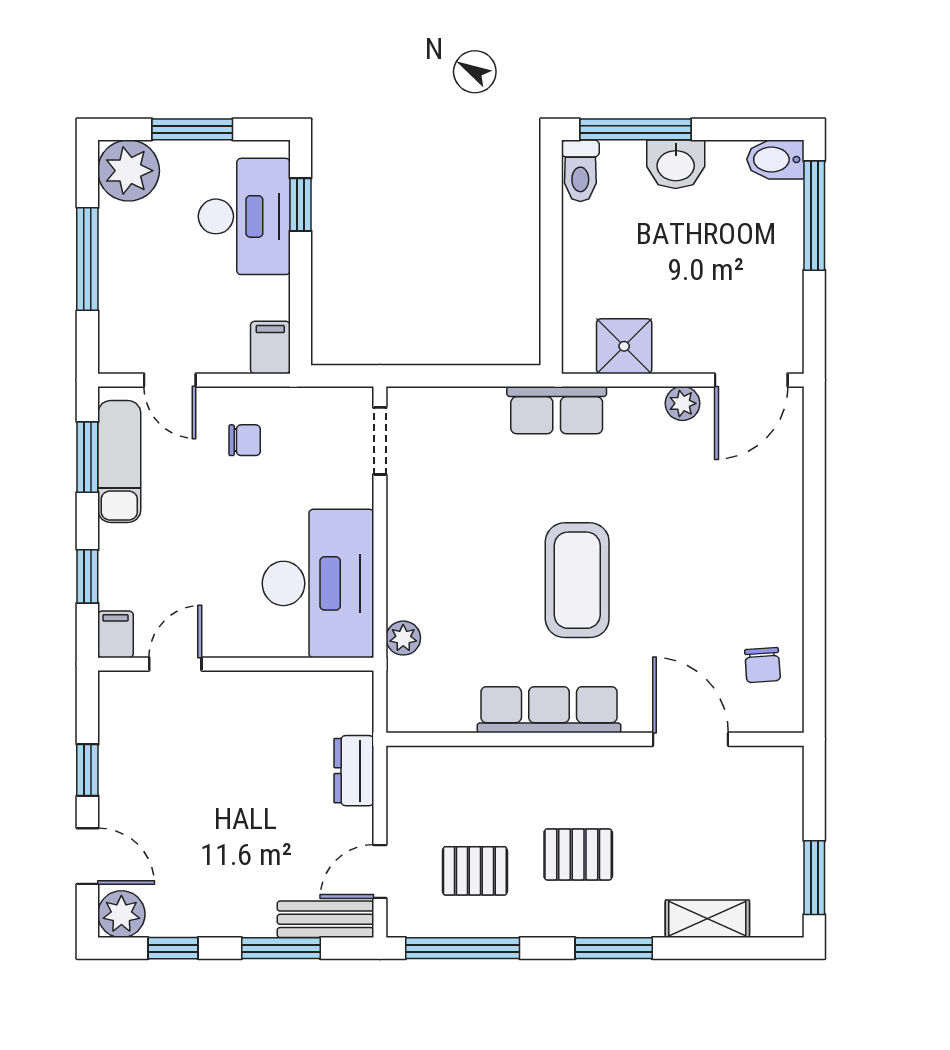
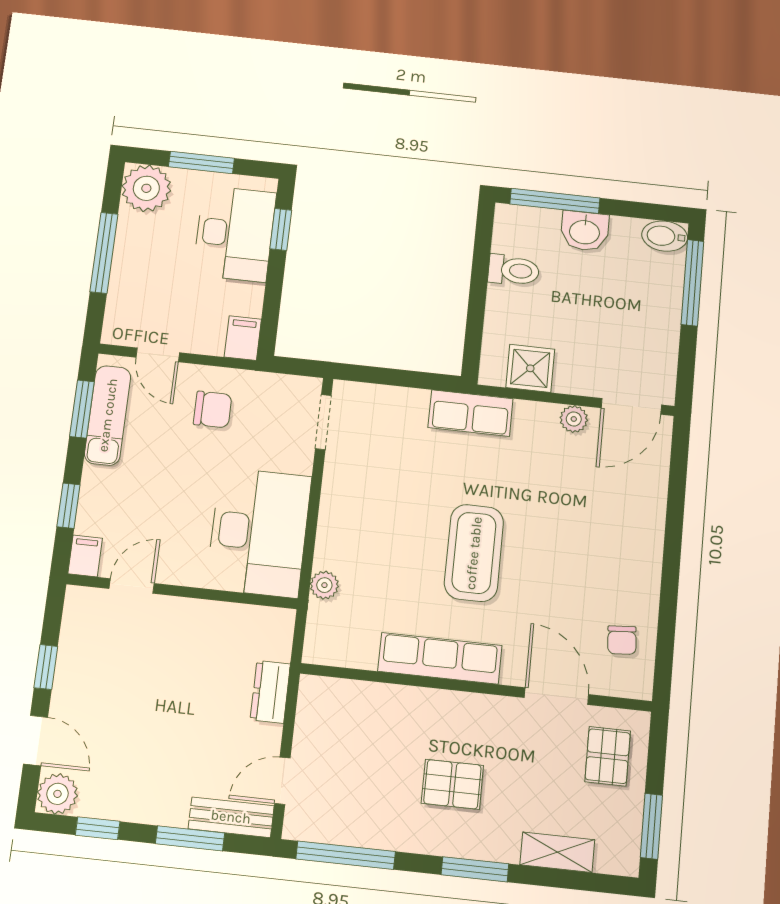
toilet: (580, 171) -> (514, 270), moved, turned -90
chair: (245, 440) -> (213, 409), width x1.37, depth x1.37
pallet: (475, 871) -> (608, 756), moved, turned 90

